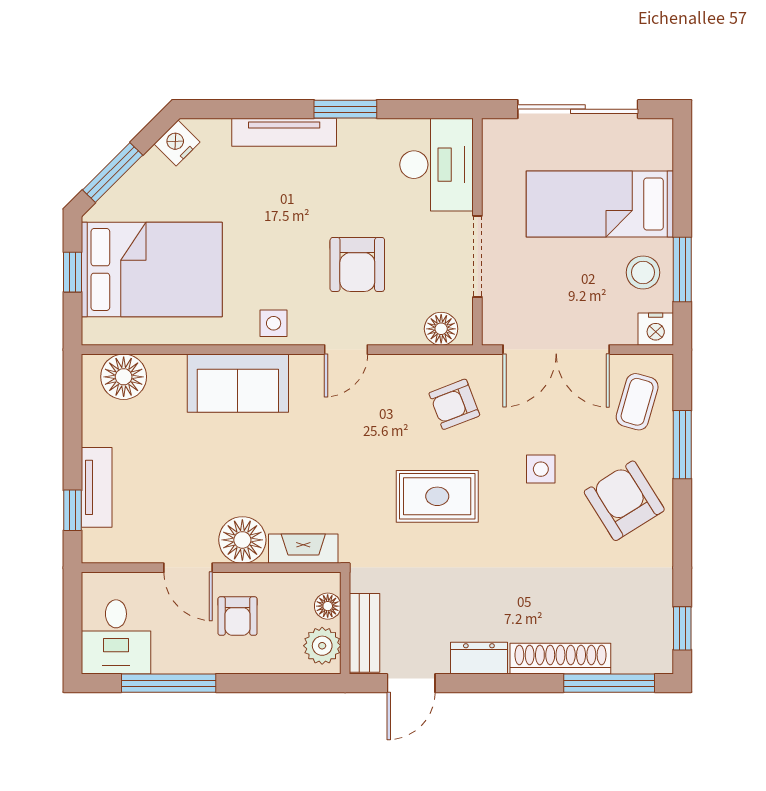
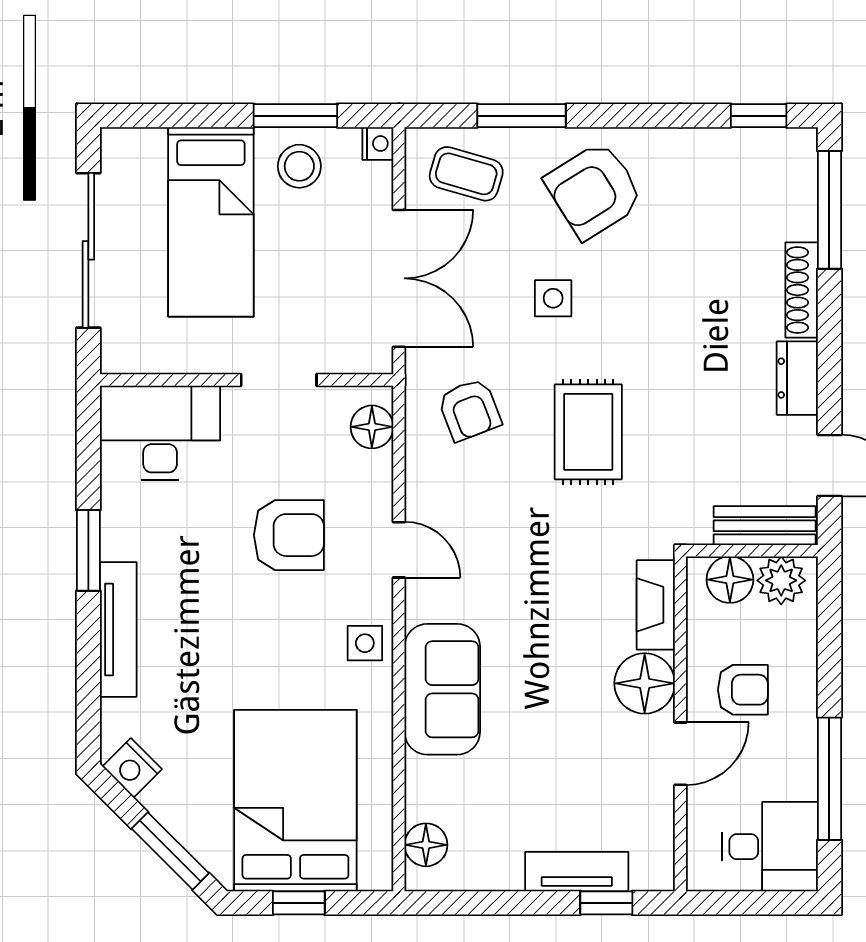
doorway: (477, 256) -> (279, 380), width x0.73
nightstand: (656, 329) -> (378, 144), width x0.72, depth x0.74
floor lamp: (124, 377) -> (426, 845), width x0.73, depth x0.73
floor lamp: (328, 606) -> (730, 580), width x1.37, depth x1.37
shoe rack: (560, 659) -> (802, 290), width x0.74, depth x0.81

